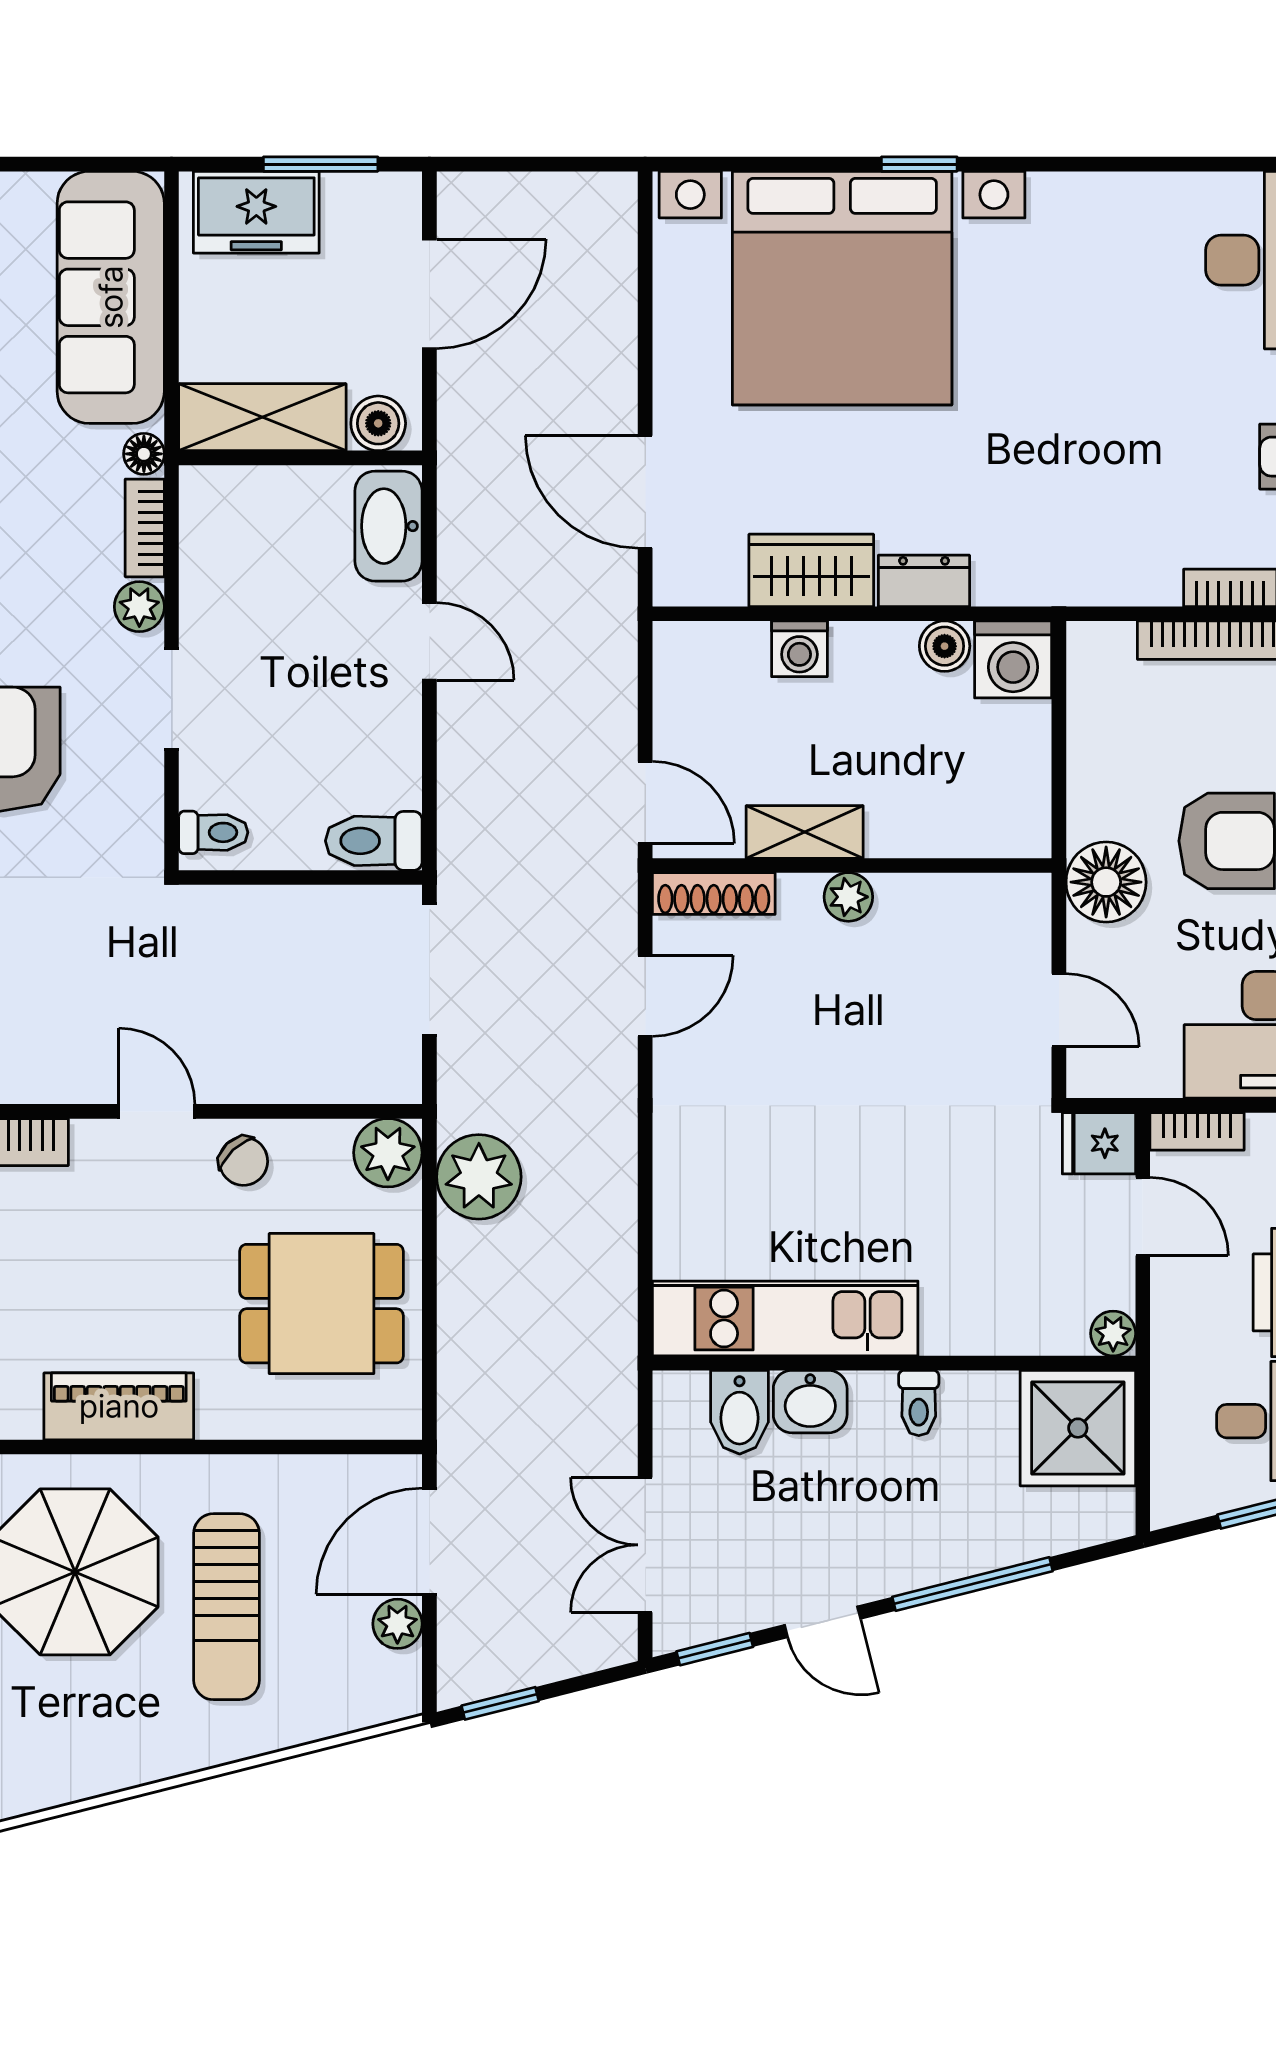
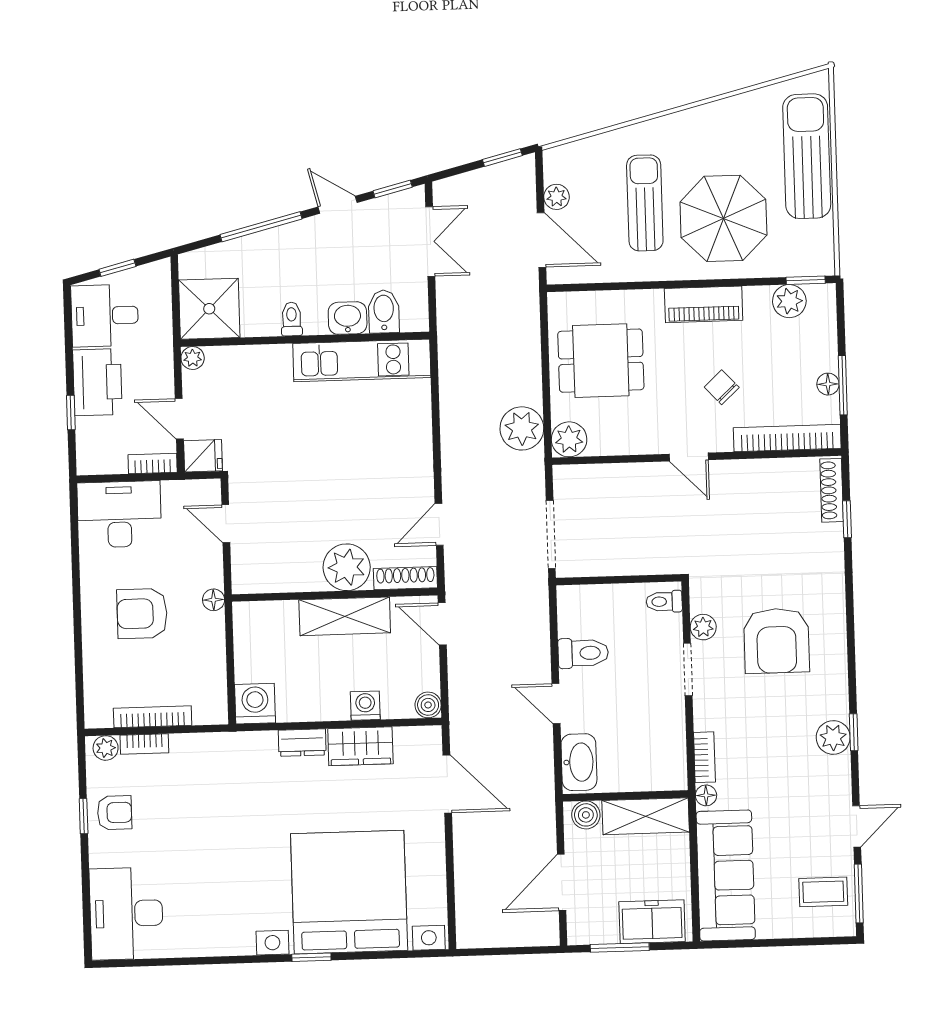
plant: (139, 607) -> (703, 627), moved
boiler: (945, 646) -> (428, 705), moved
shelving: (805, 832) -> (345, 616), width x1.50, depth x1.33
toilet: (374, 841) -> (583, 653), moved
floor lamp: (1106, 882) -> (214, 600), width x0.53, depth x0.53
plant: (848, 897) -> (347, 567), width x1.88, depth x1.88
chair: (243, 1161) -> (722, 387), moved
door: (429, 1541) -> (541, 240), hinge flipped

